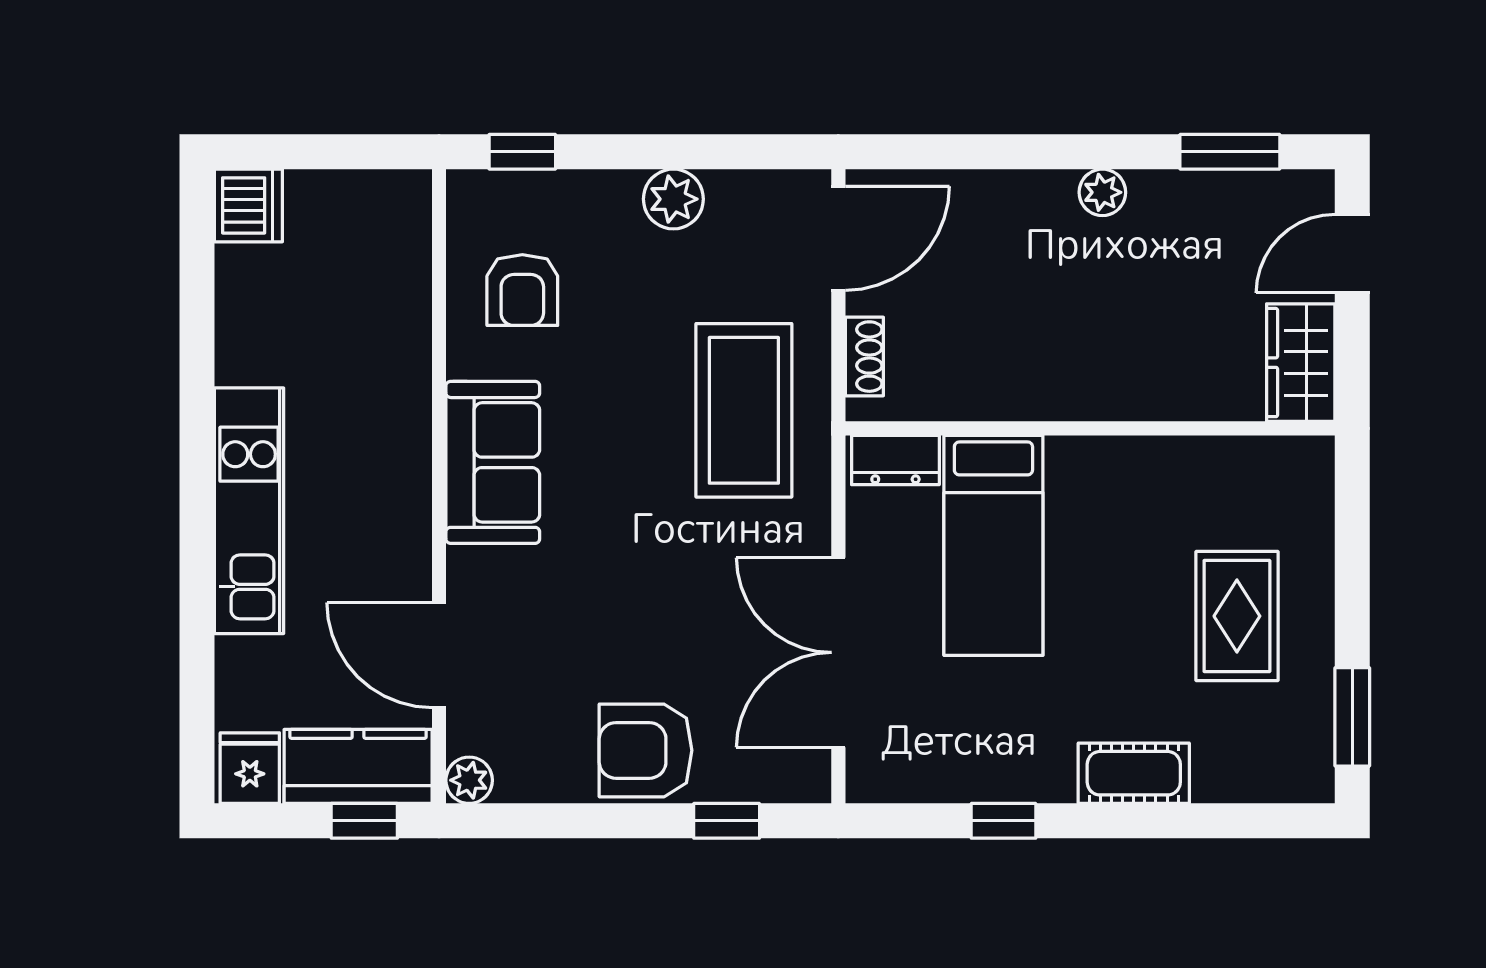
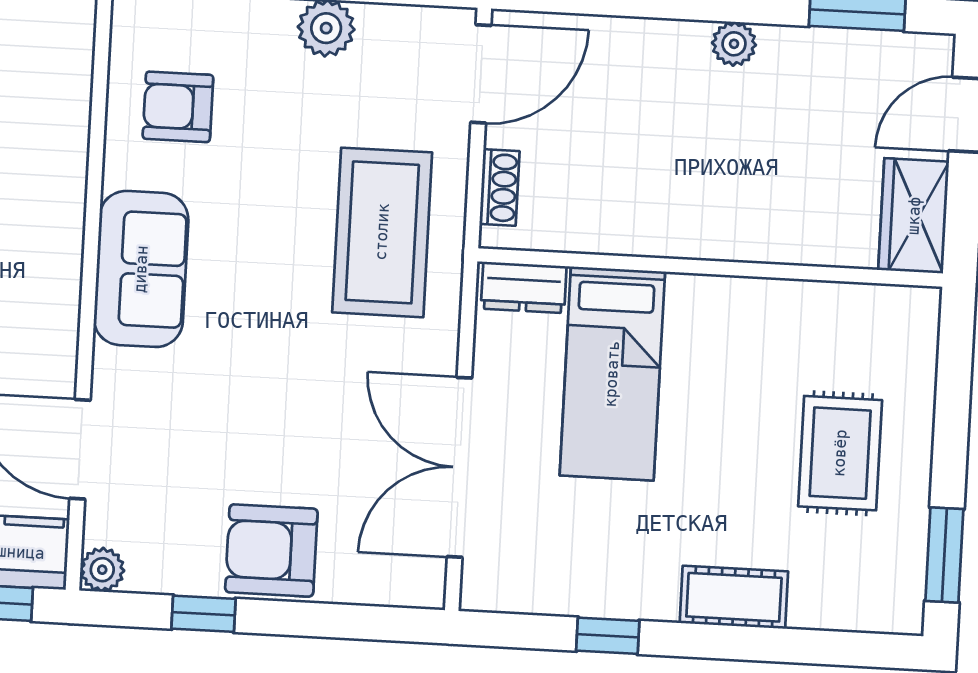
armchair: (522, 290) -> (178, 107), turned 90
window: (727, 821) -> (203, 614), moved

